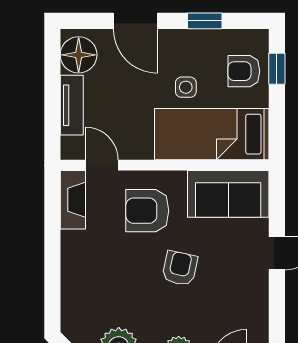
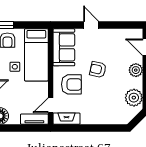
tv unit: (72, 105) -> (34, 119), moved
armchair: (147, 211) -> (71, 84), turned -90

